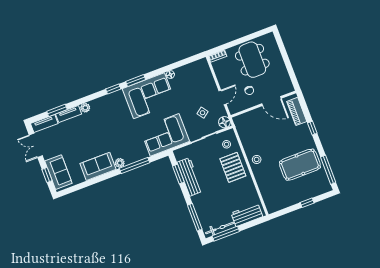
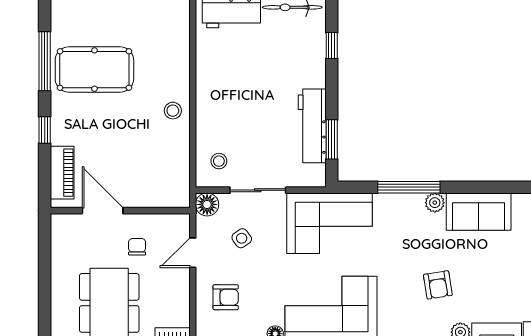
armchair: (200, 83) -> (226, 297), added
armchair: (104, 125) -> (438, 285), added
pallet: (233, 167) -> (224, 113), removed
window: (328, 170) -> (45, 61), moved
window: (195, 217) -> (332, 46), width x0.46

